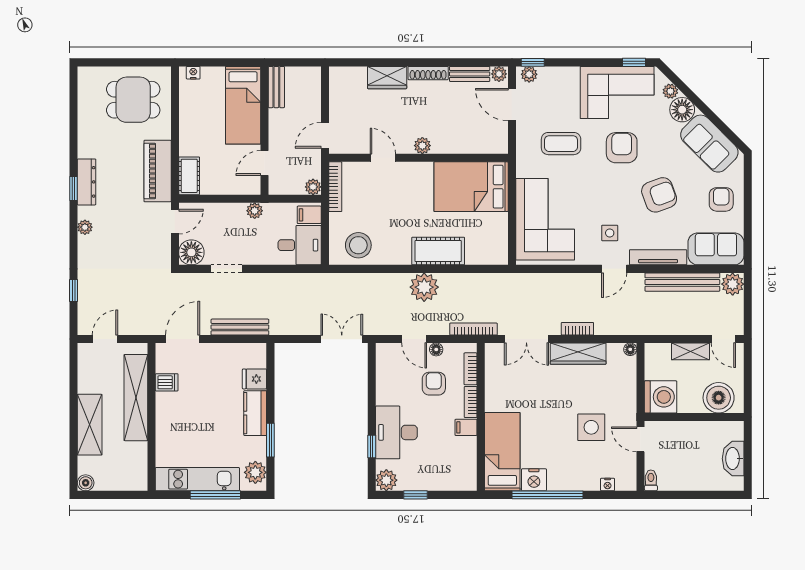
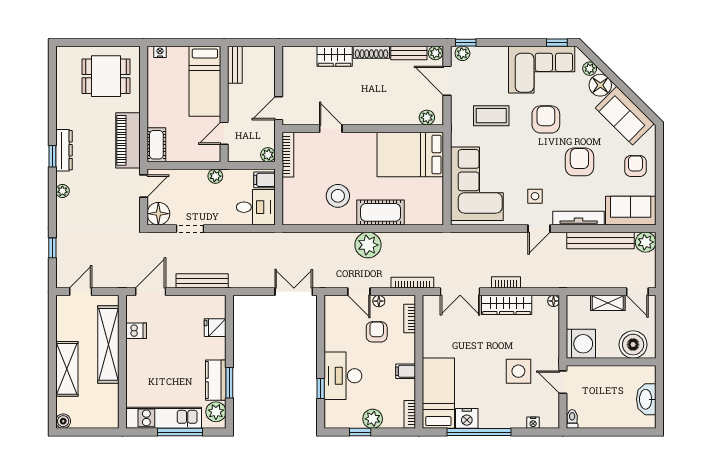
plant: (422, 146) -> (427, 118), moved
armchair: (659, 195) -> (579, 162), turned -70
stool: (358, 245) -> (338, 196), moved
bookcase: (471, 402) -> (410, 414), moved
kitchen counter: (255, 413) -> (216, 380), moved
plant: (386, 480) -> (373, 419), moved

